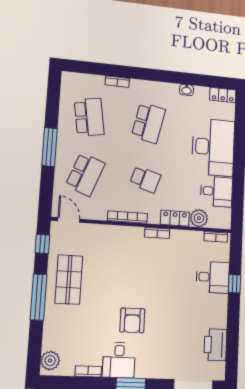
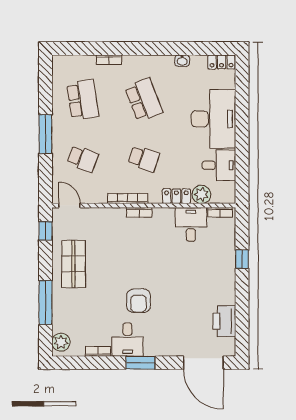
school desk: (148, 123) -> (144, 100), turned -33
school desk: (85, 174) -> (83, 159), width x0.54
bookcase: (157, 233) -> (139, 212), moved
desk: (213, 277) -> (191, 224), moved, turned -90
window: (38, 297) -> (45, 303), moved

